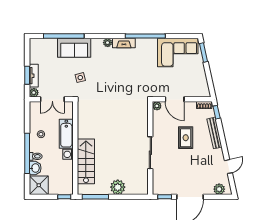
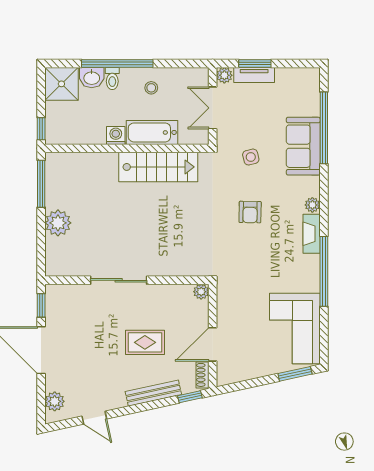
armchair: (112, 78) -> (250, 212), added
door: (175, 99) -> (213, 344), moved
stairs: (86, 161) -> (158, 167), moved

